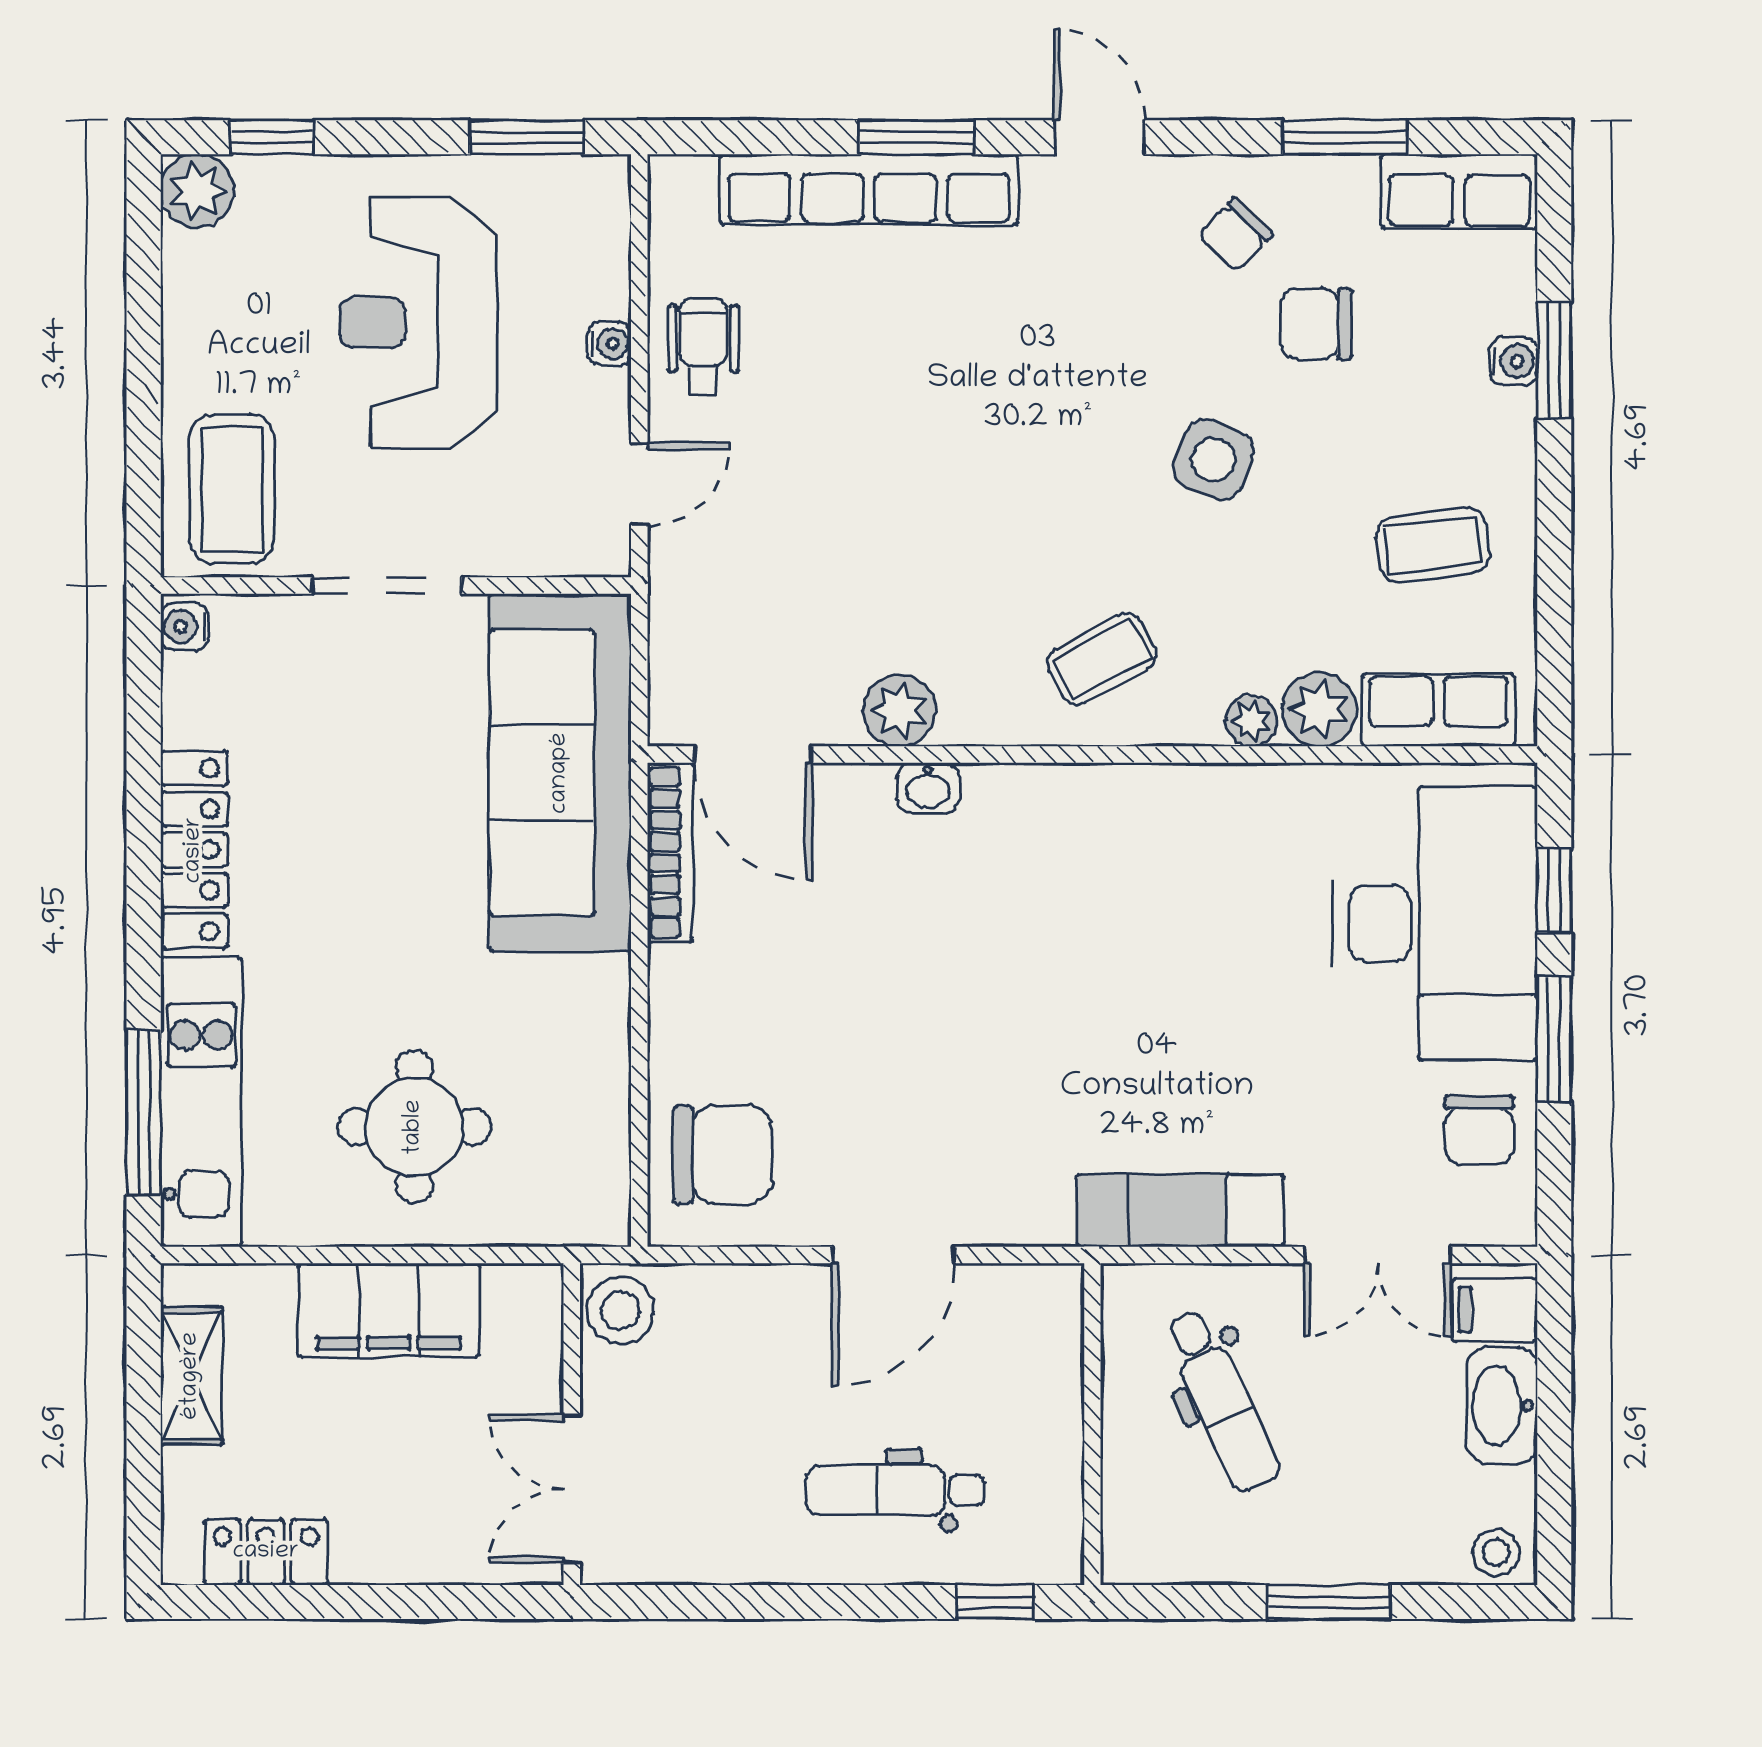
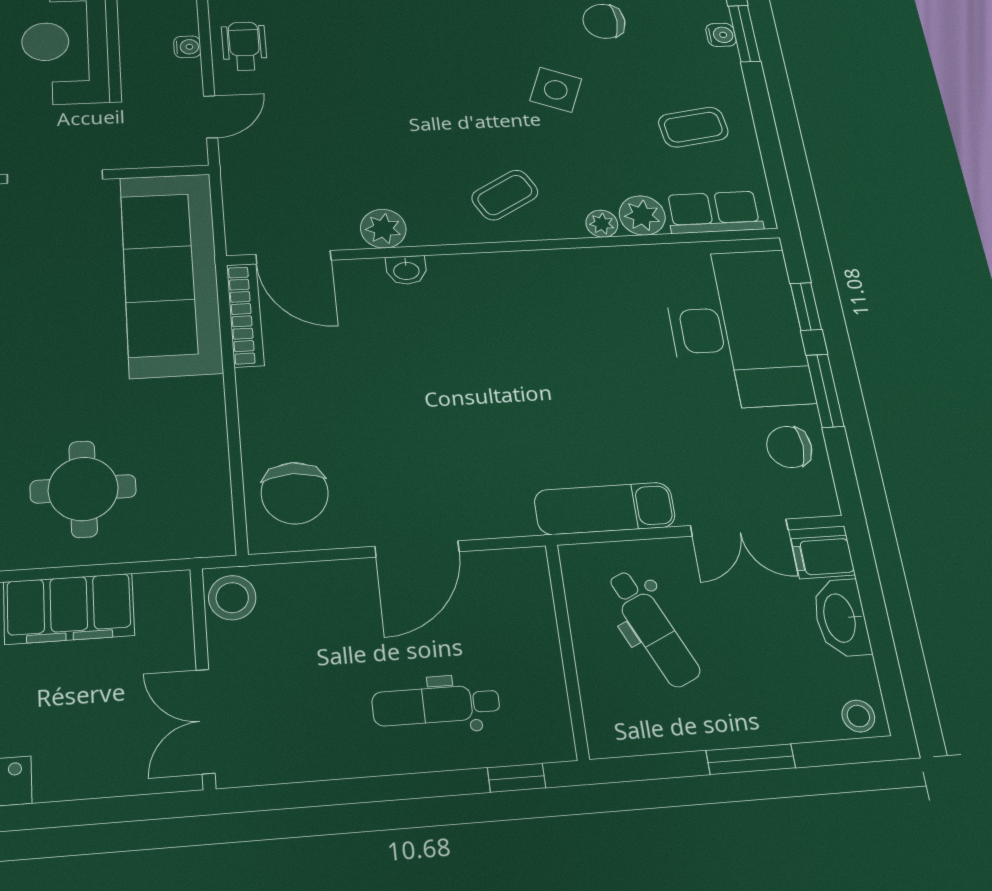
chair: (1479, 1130) -> (789, 447), turned 90
chair: (723, 1155) -> (295, 493), turned 90

